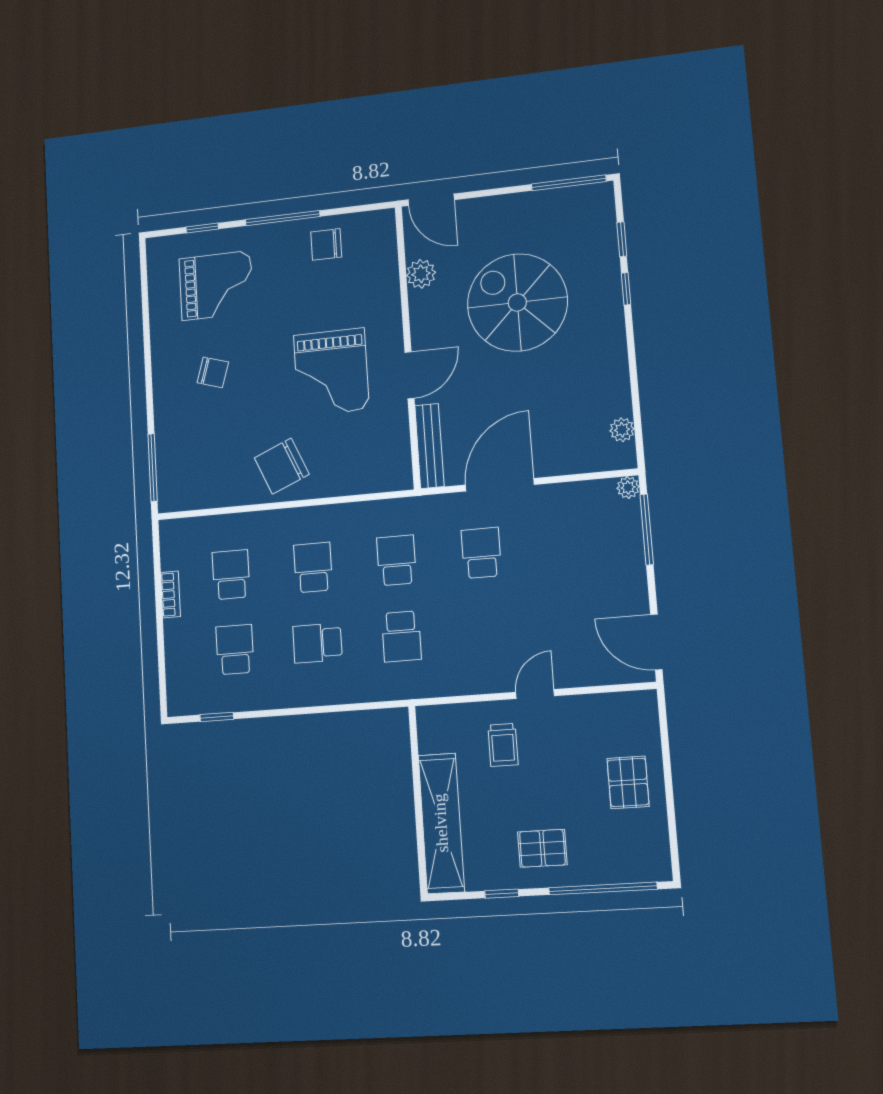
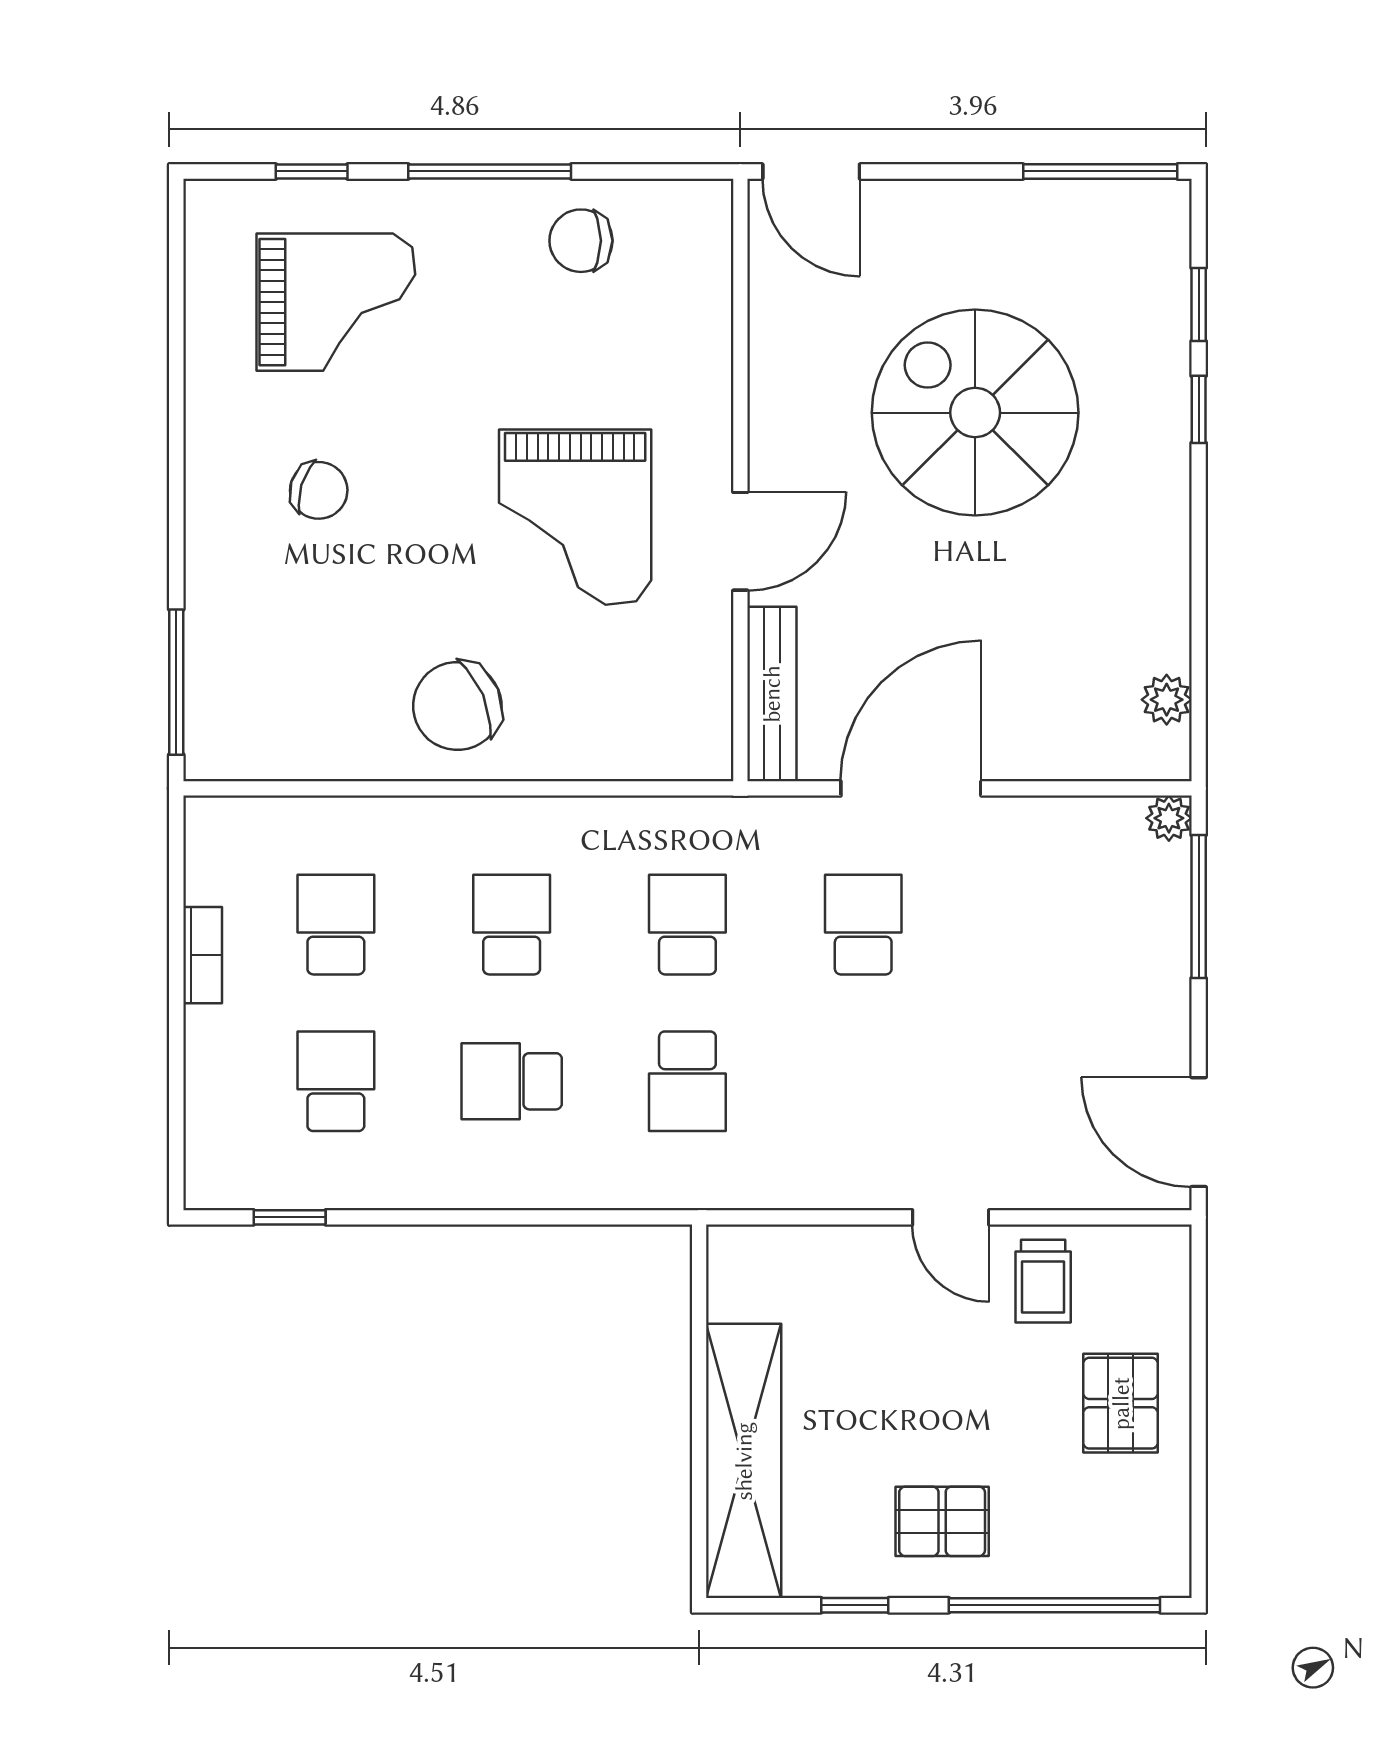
plant: (421, 274) -> (779, 328), removed
door: (535, 694) -> (951, 1217), swing flipped
trolley: (503, 745) -> (1043, 1281), moved

